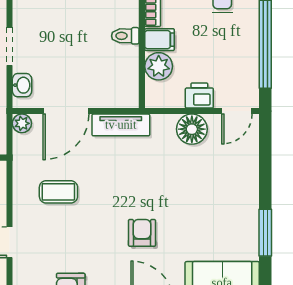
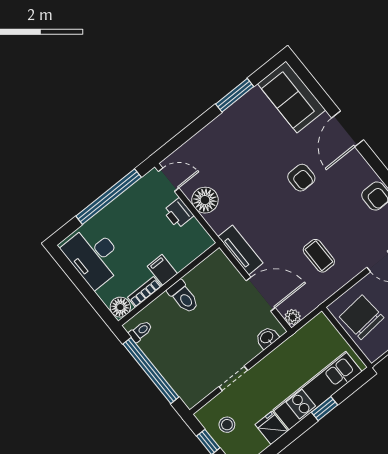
toilet: (125, 36) -> (183, 297), width x1.37, depth x1.39
doorway: (10, 46) -> (233, 378), moved
plant: (159, 66) -> (181, 256), removed
armchair: (142, 233) -> (301, 178), turned -90

